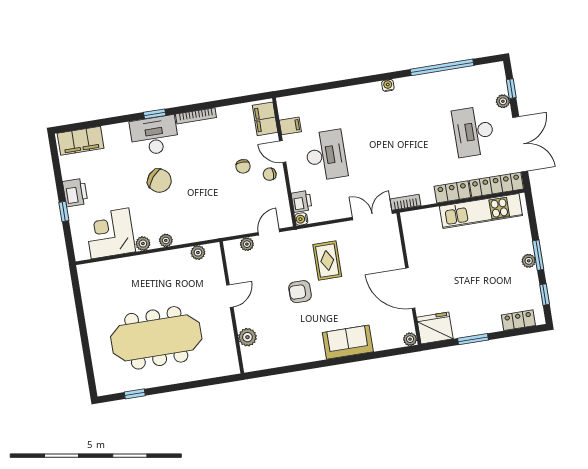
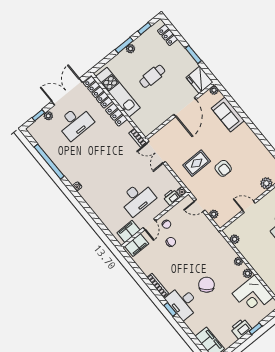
filing cabinet: (290, 126) -> (129, 232), width x2.00
desk: (326, 155) -> (137, 198), turned 180
cafe table: (476, 268) -> (152, 76), added
sofa: (348, 342) -> (228, 114), moved

